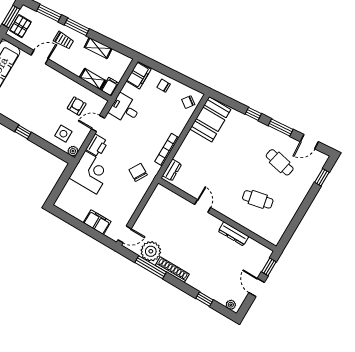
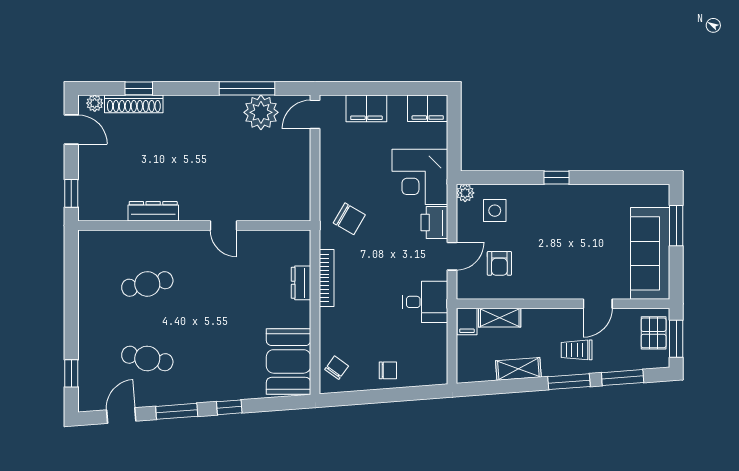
filing cabinet: (139, 75) -> (428, 108), moved, turned -90
dresser: (172, 170) -> (301, 283), moved
shoe rack: (172, 270) -> (134, 104), moved
door: (257, 288) -> (71, 130), moved

